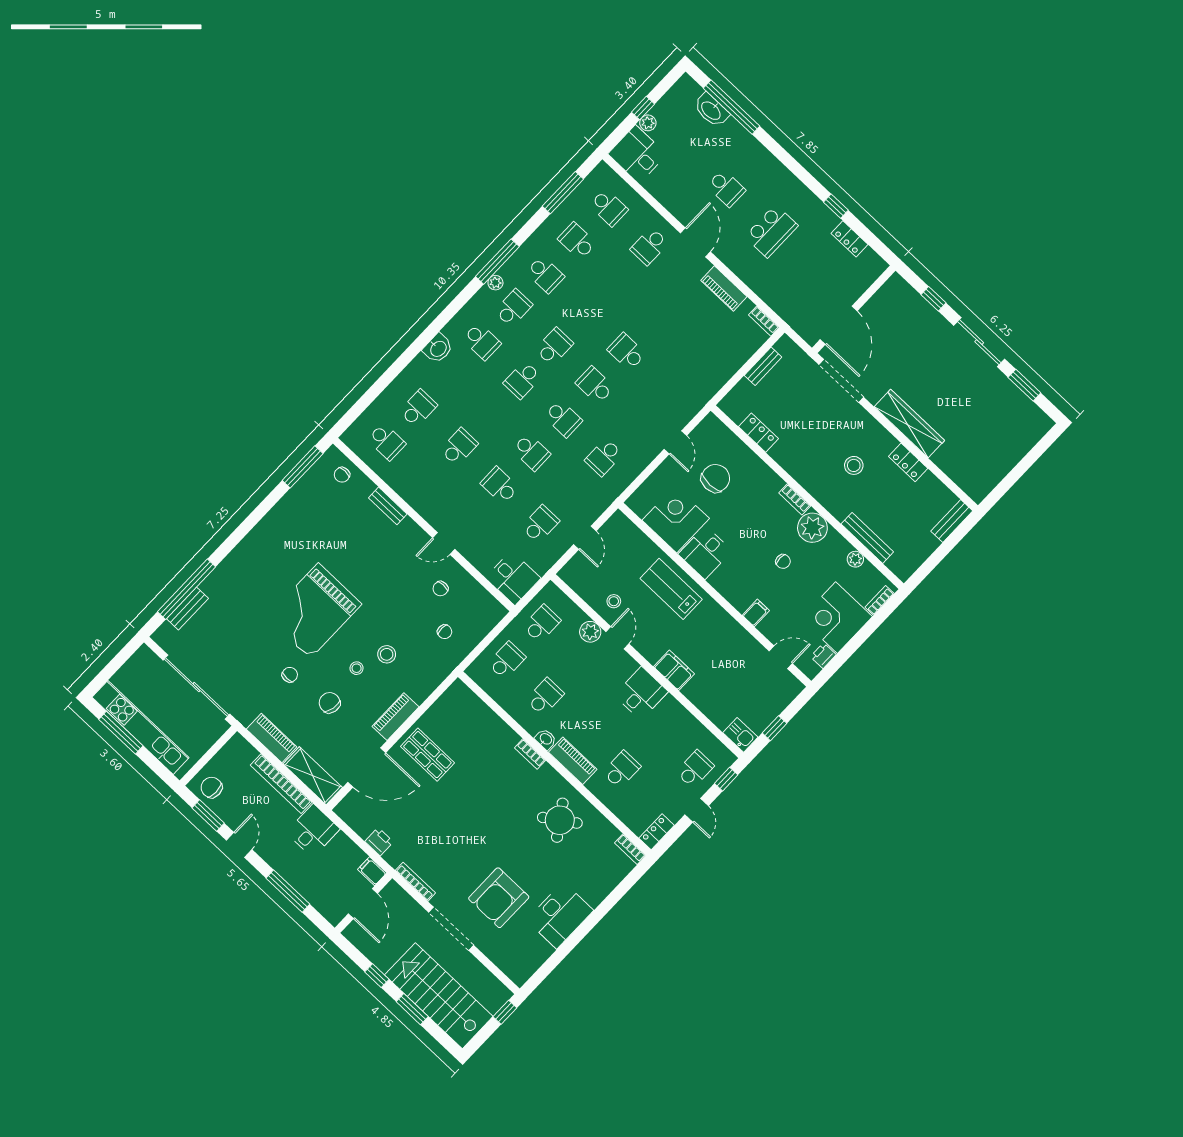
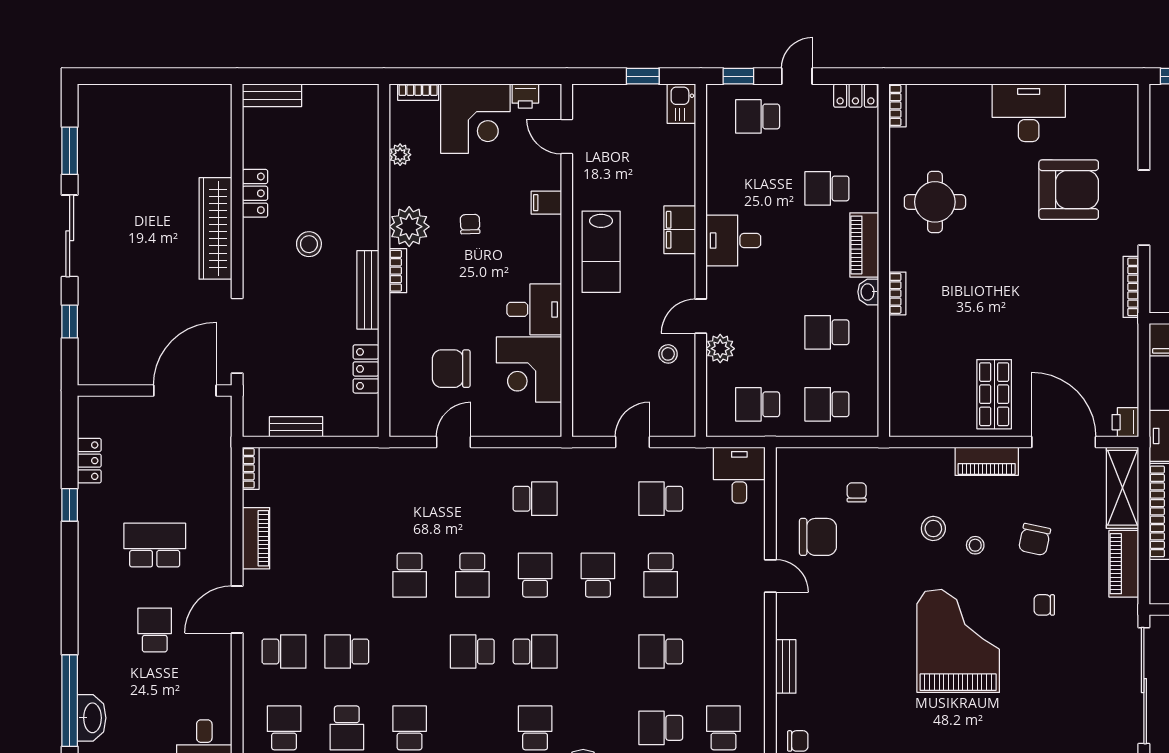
school desk: (513, 308) -> (347, 651), moved
bench: (867, 538) -> (368, 290), moved
chair: (440, 589) -> (818, 537), width x1.87, depth x1.87
lab bench: (671, 589) -> (601, 252), moved
grand piano: (314, 611) -> (958, 641), turned -90
round table: (560, 820) -> (935, 202), turned 34
printer: (379, 842) -> (1125, 422), moved

